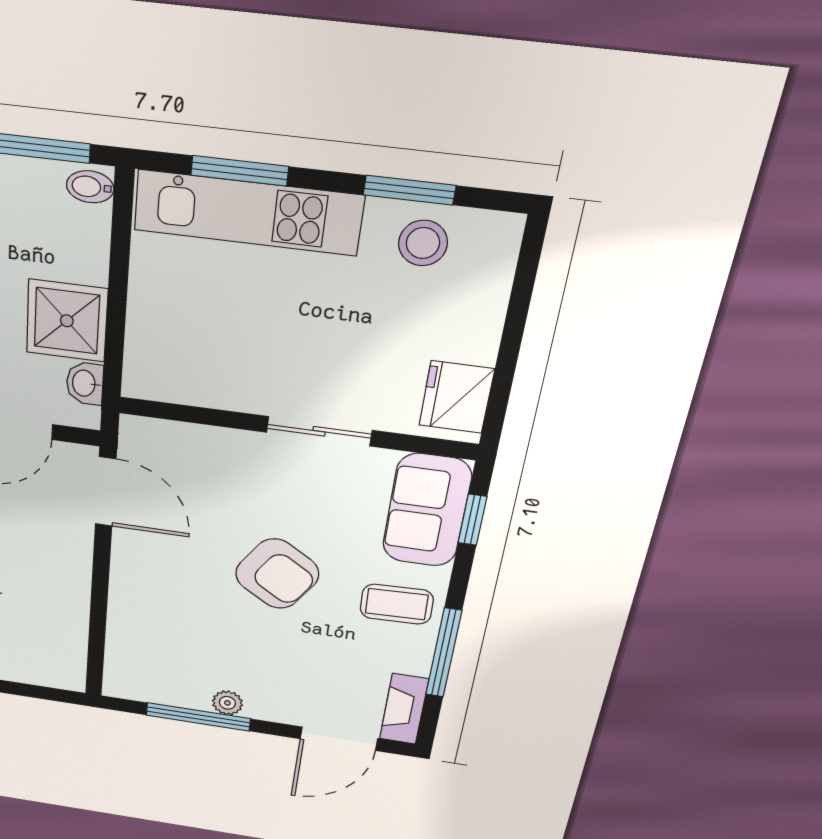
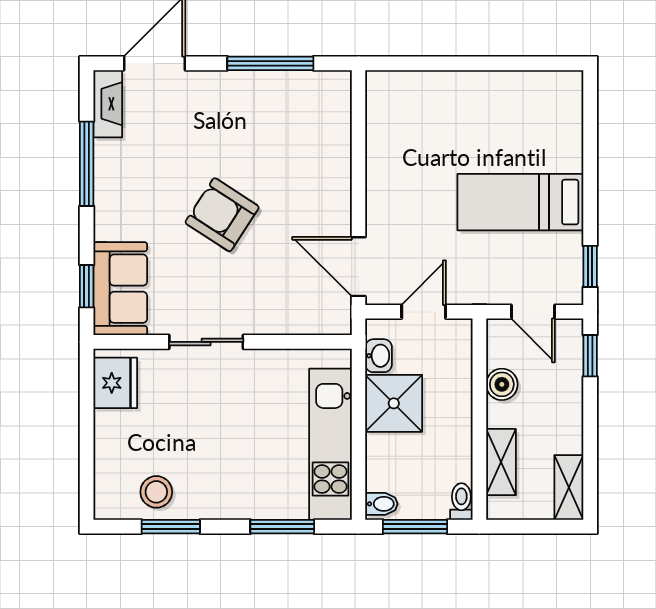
kitchen unit: (248, 213) -> (331, 444), moved, turned -90
coffee table: (397, 604) -> (129, 203), removed
plant: (227, 703) -> (248, 83), removed

